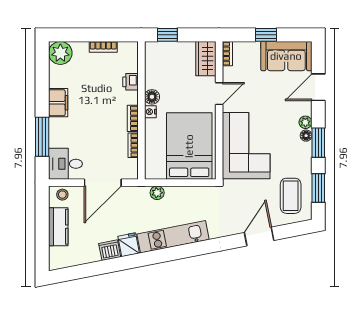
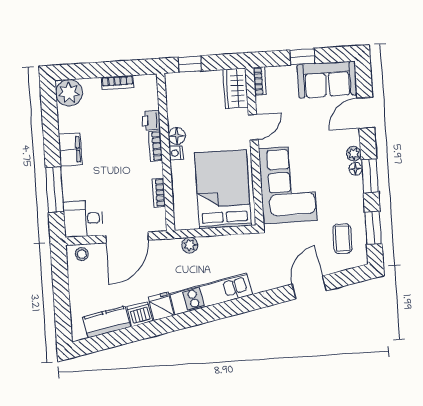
bookcase: (133, 118) -> (155, 146), moved
coffee table: (291, 196) -> (342, 239), width x0.73, depth x0.77
kitchen counter: (58, 227) -> (107, 322), moved, turned -101

